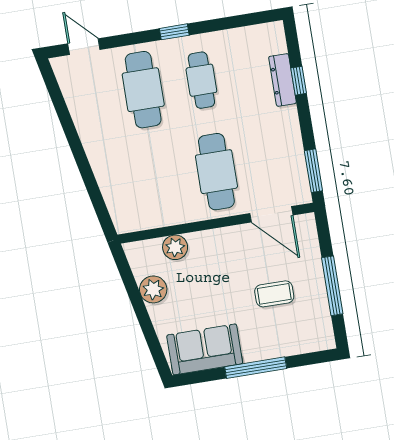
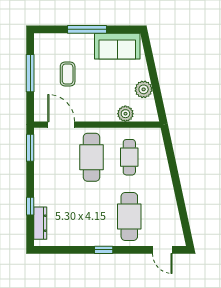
cafe table: (201, 80) -> (129, 157), moved
dresser: (282, 80) -> (40, 223), moved
coffee table: (274, 294) -> (68, 74), turned 90

